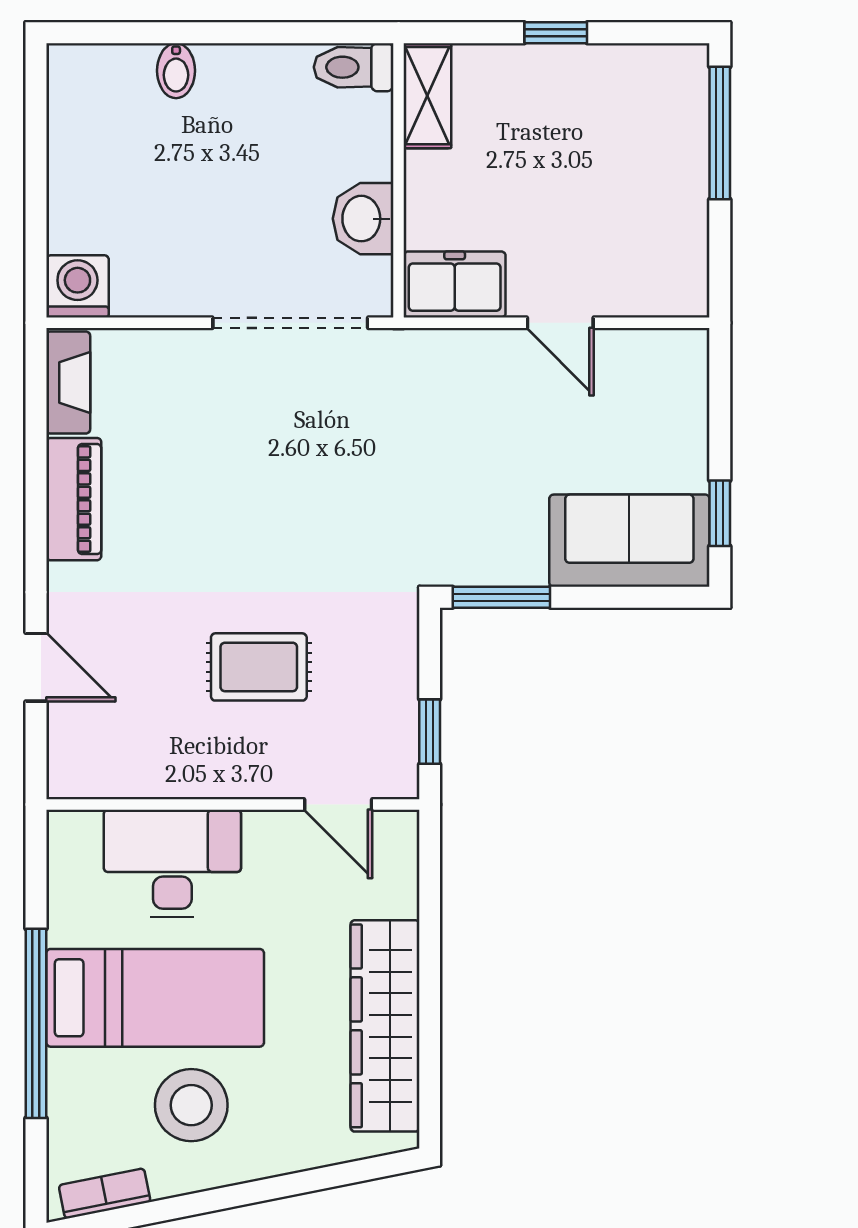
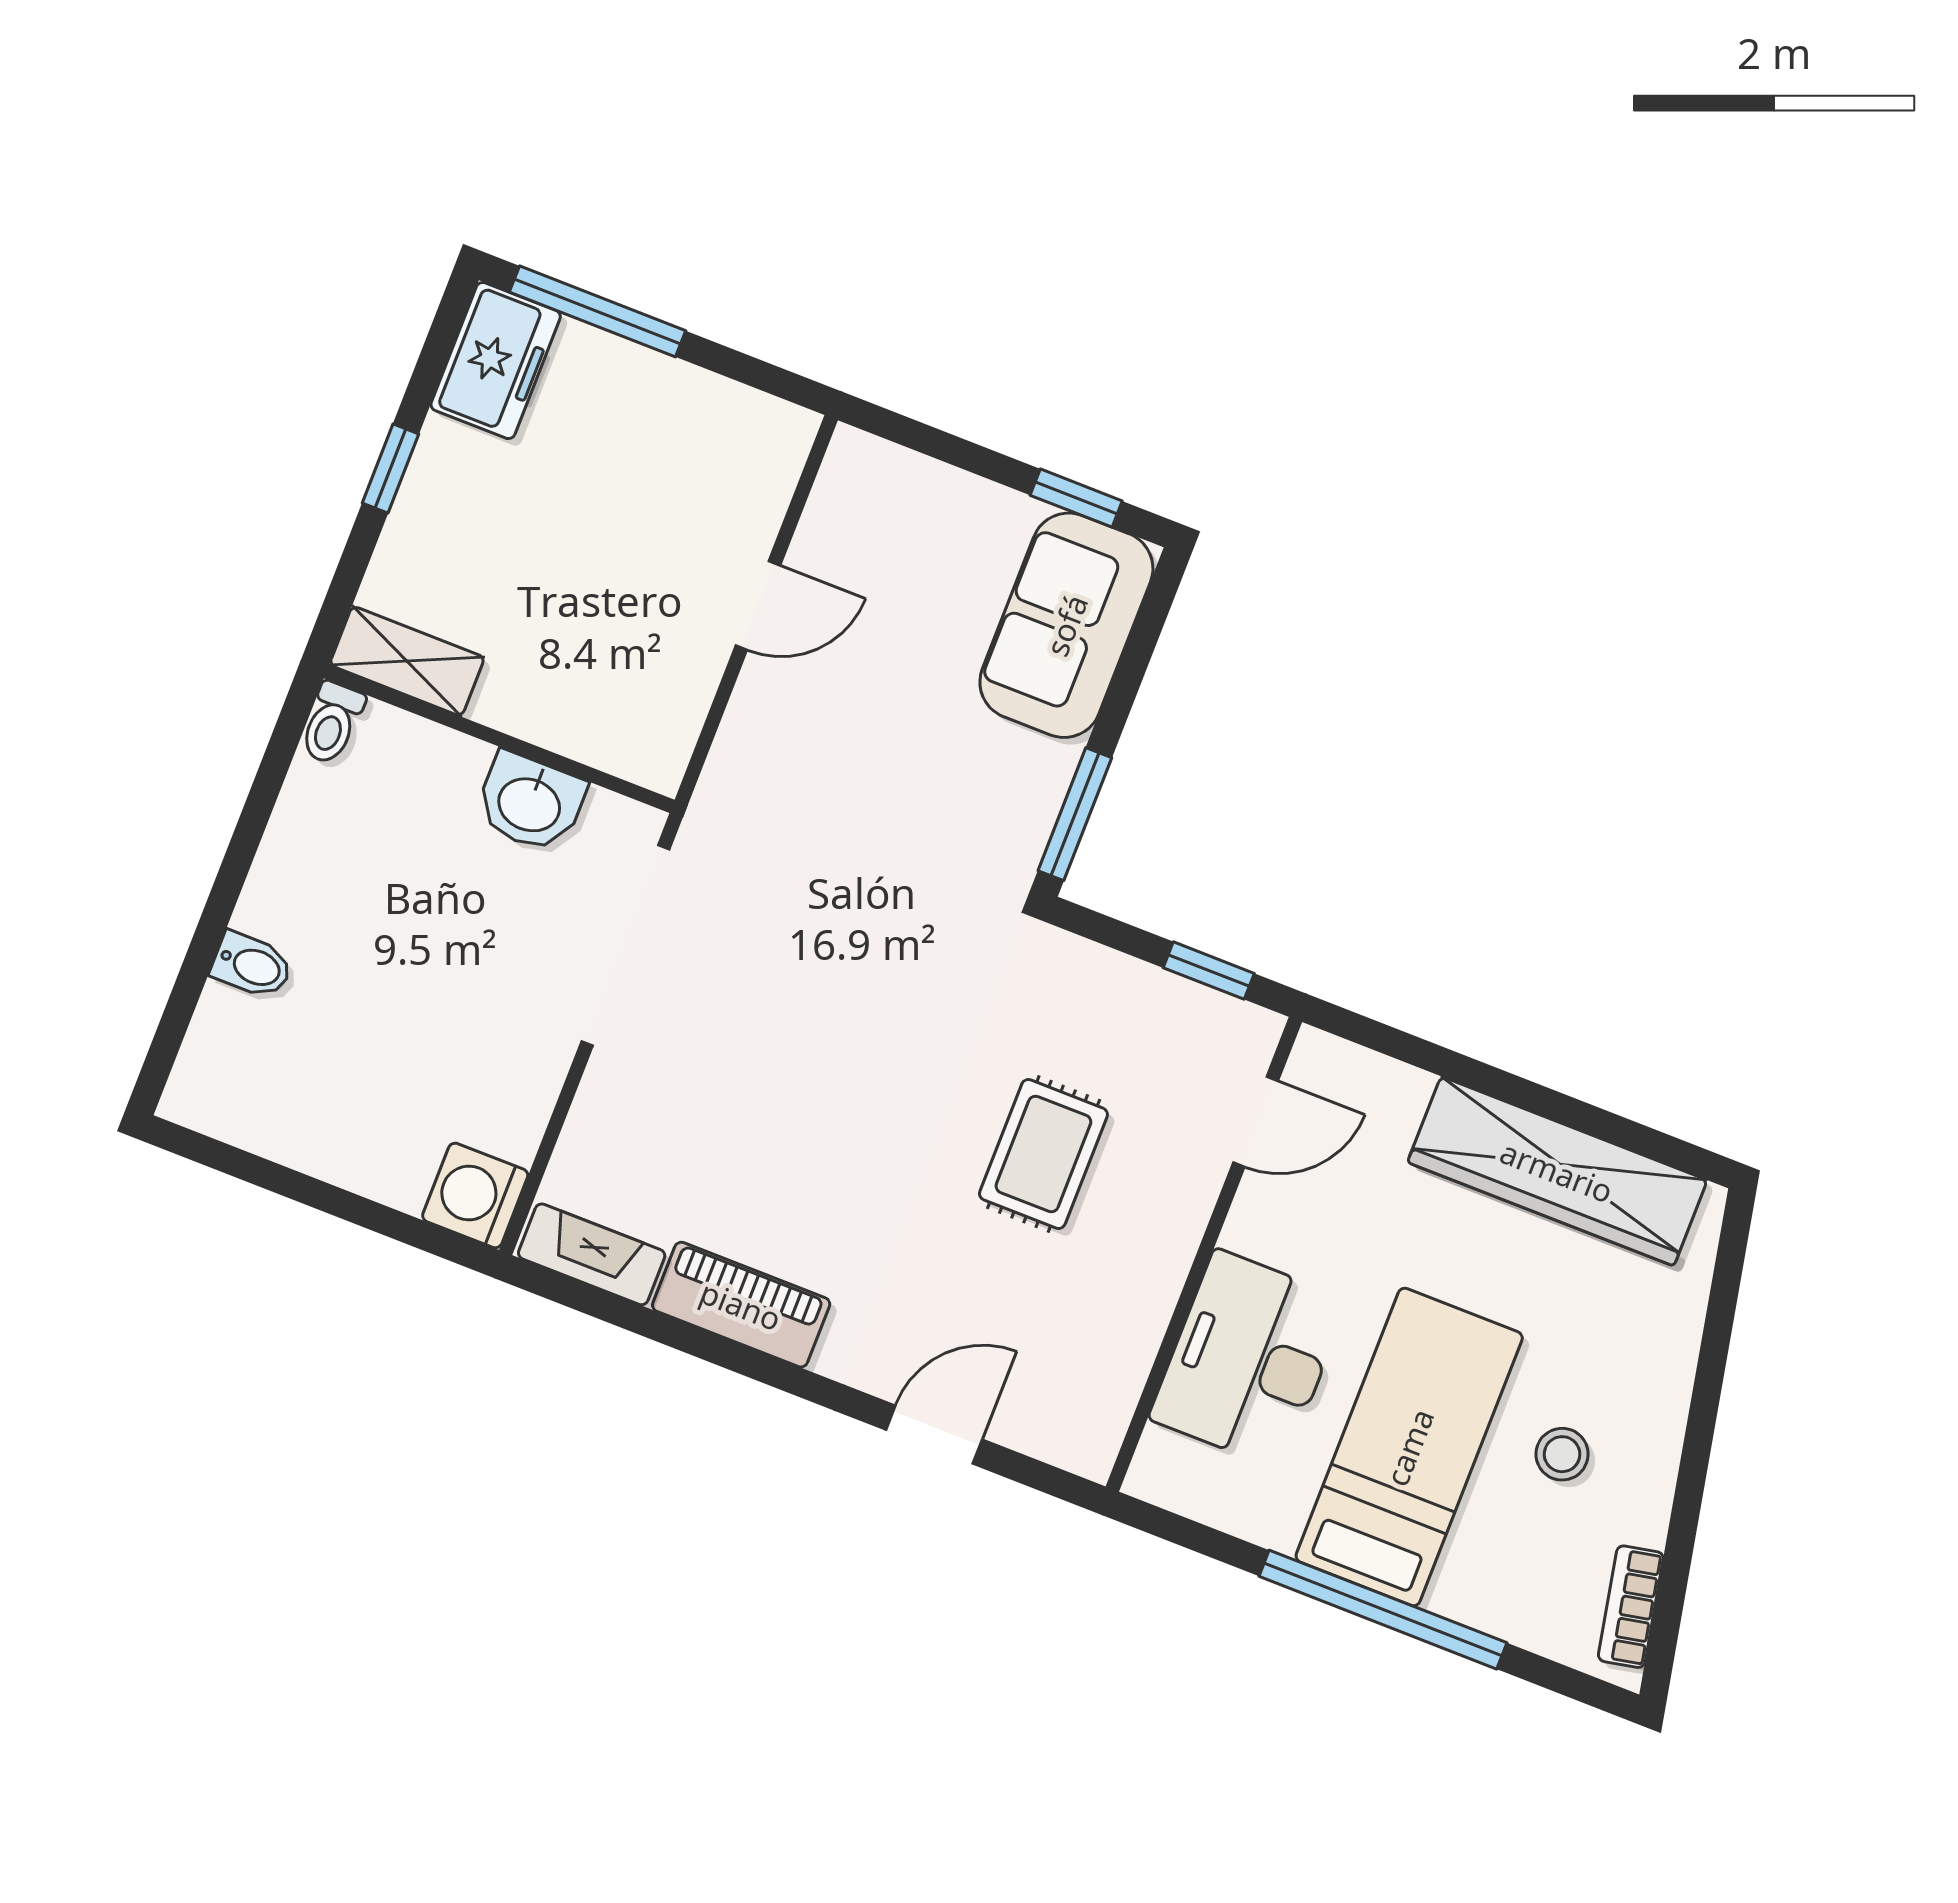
toilet: (354, 67) -> (332, 723), width x0.73, depth x0.72
freezer: (455, 285) -> (496, 361), moved, turned 180
stool: (191, 1105) -> (1562, 1454), width x0.53, depth x0.53

